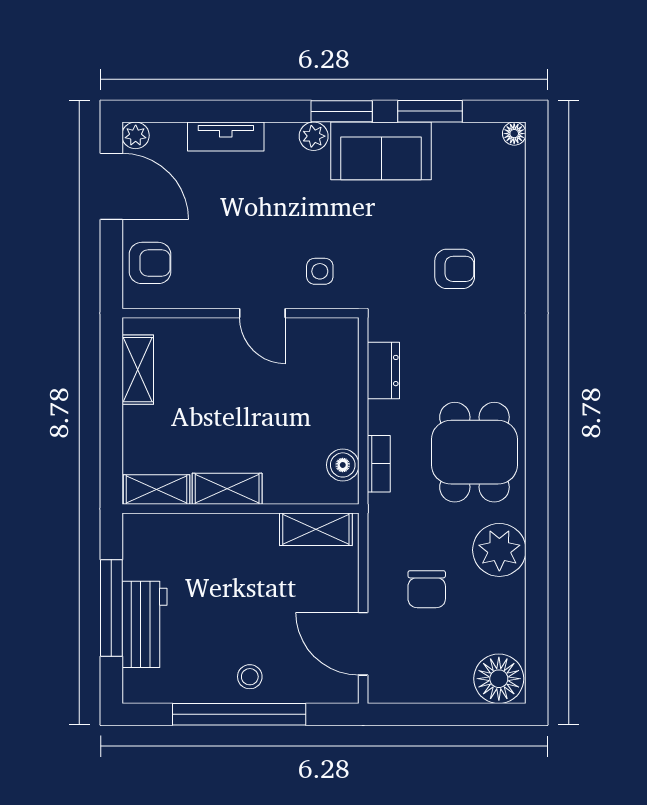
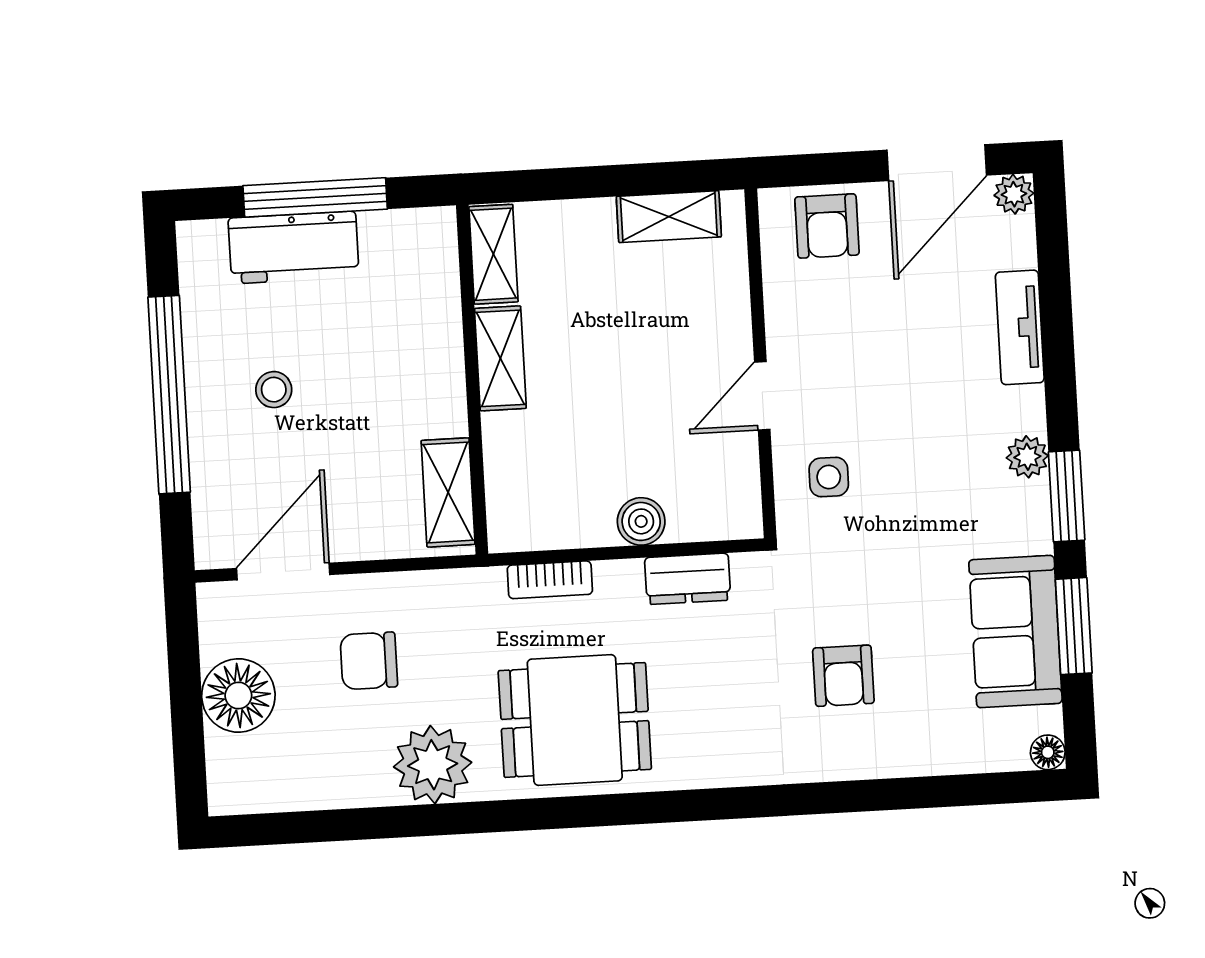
sofa: (381, 151) -> (1015, 632), moved
boiler: (343, 465) -> (641, 521), moved
stool: (250, 677) -> (274, 390), moved
floor lamp: (499, 679) -> (238, 696), moved

